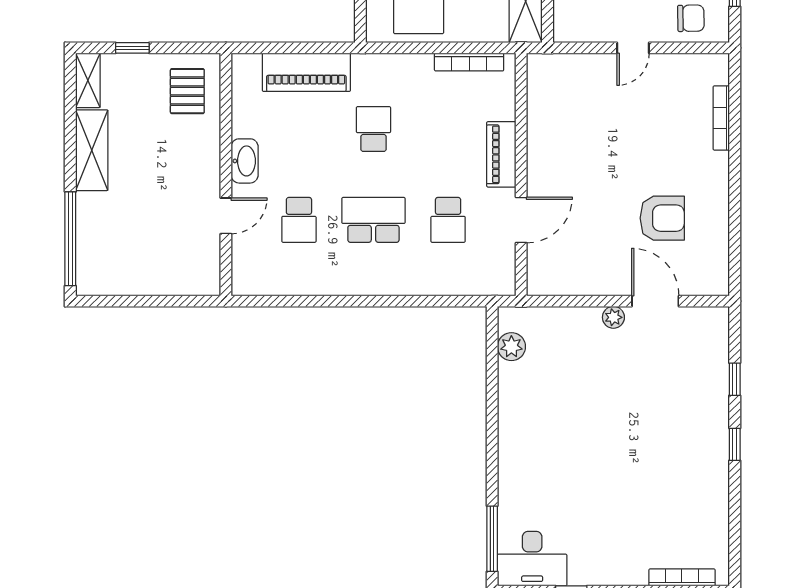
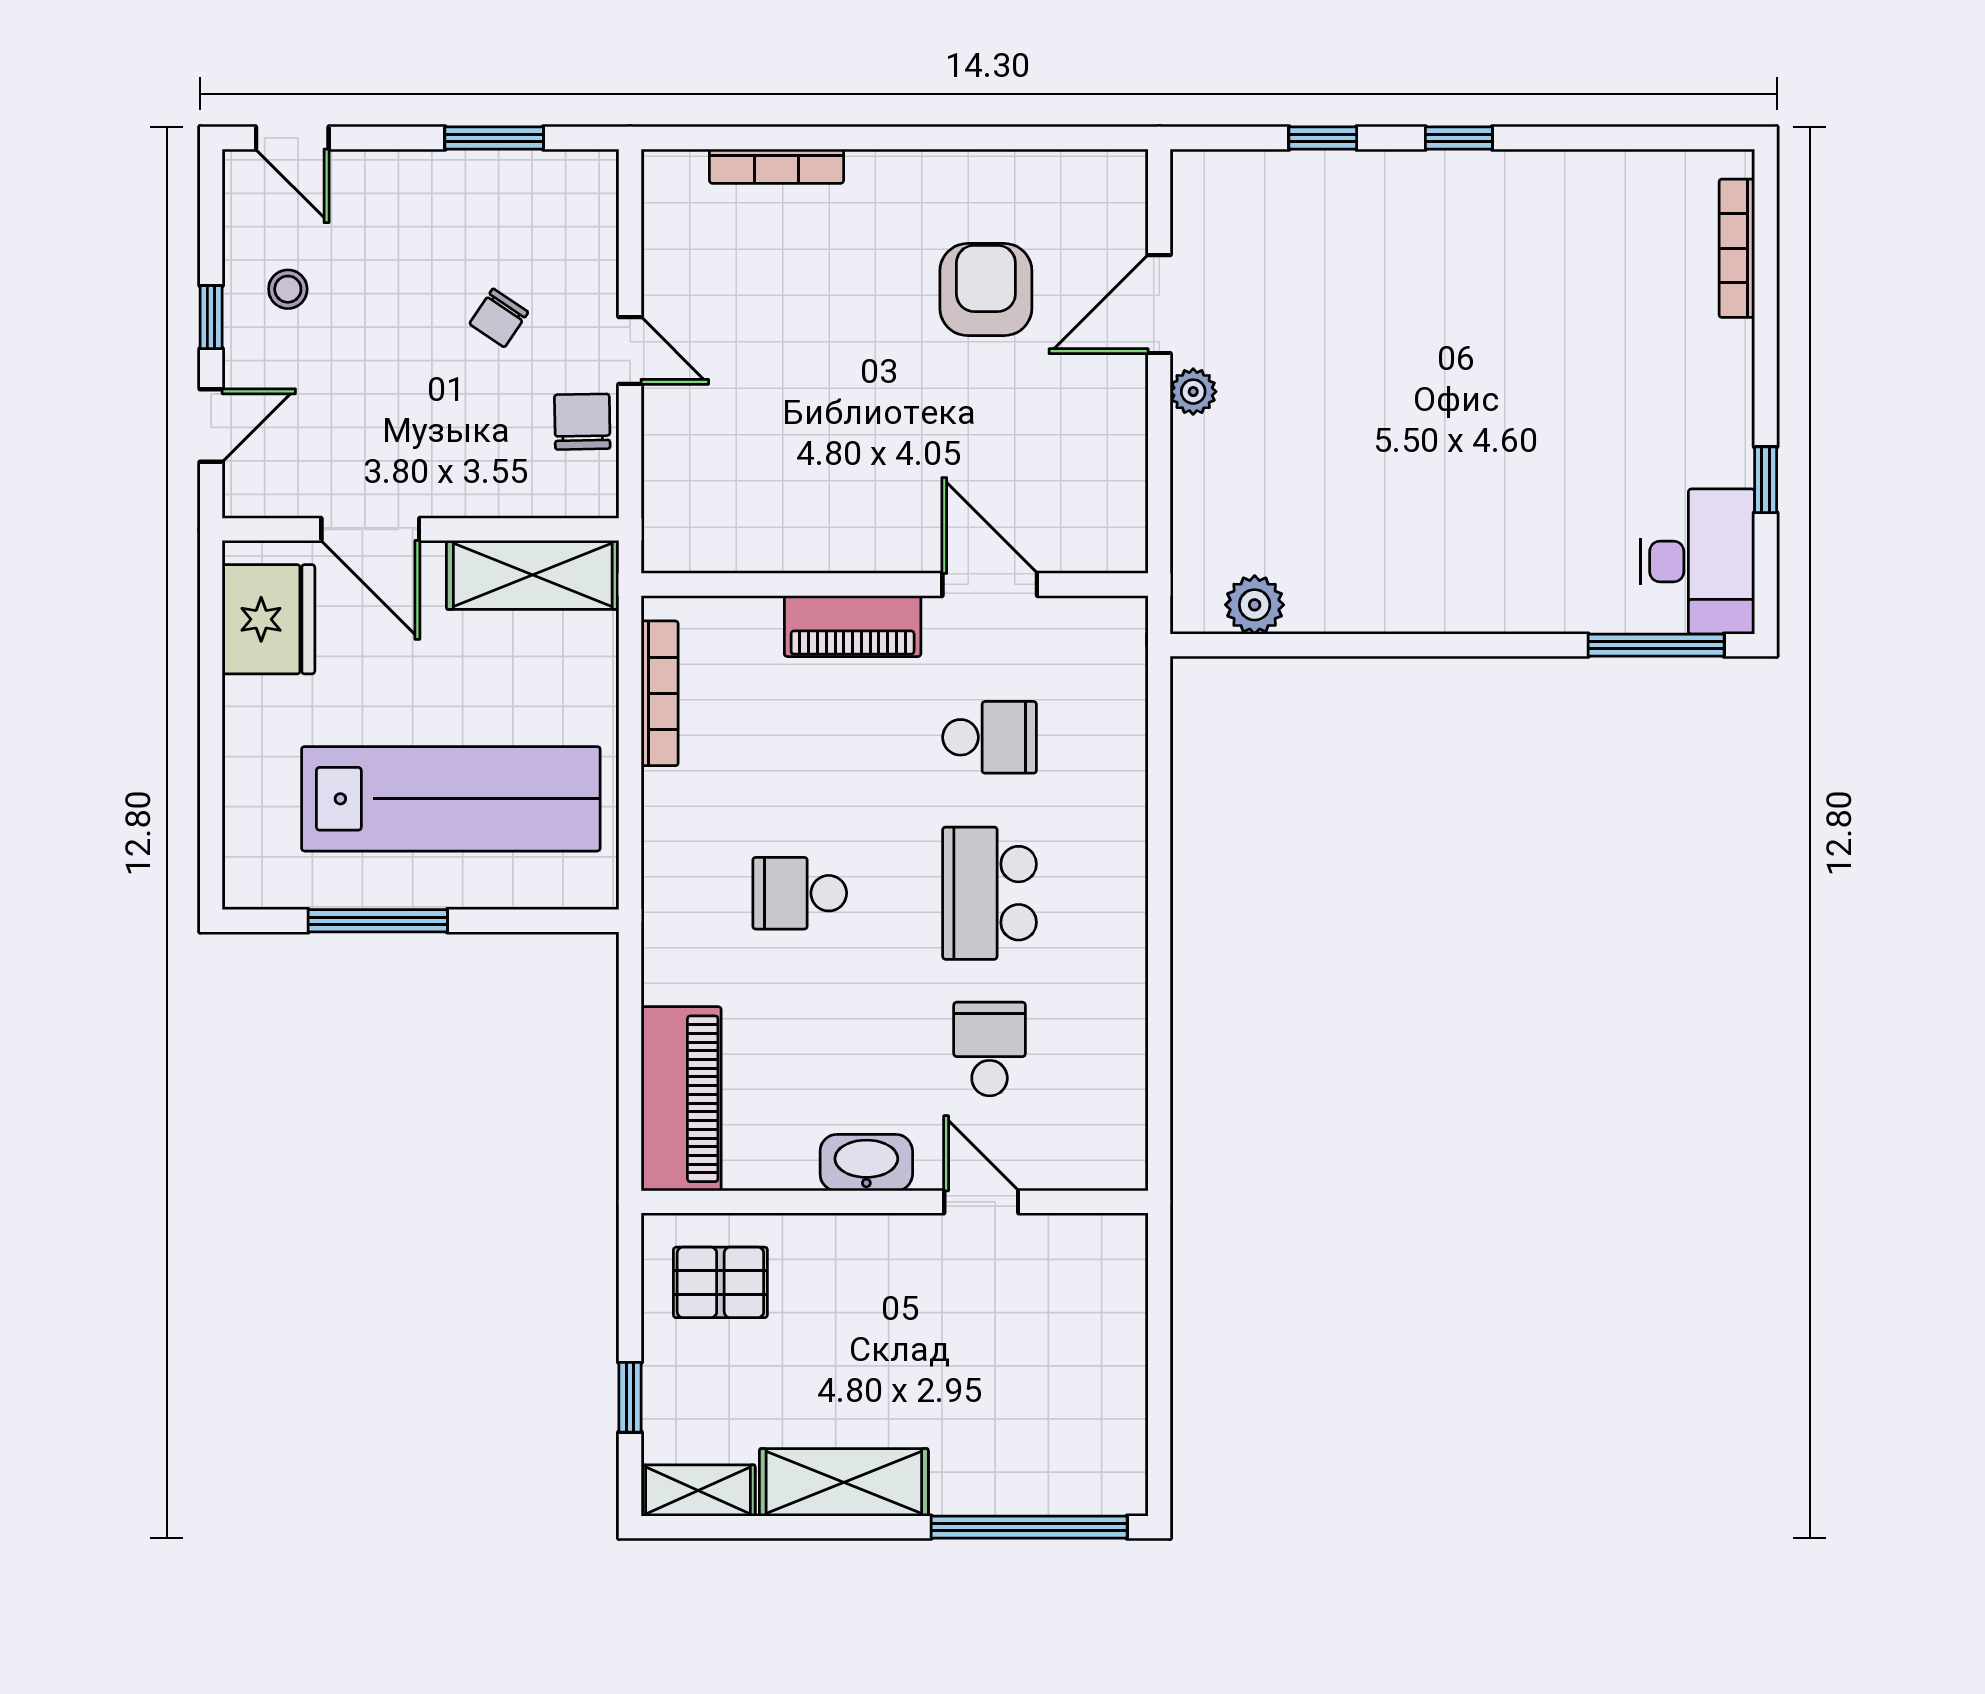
chair: (691, 18) -> (582, 422), moved
piano: (306, 72) -> (681, 1099), moved
school desk: (299, 220) -> (990, 1049), turned -90

